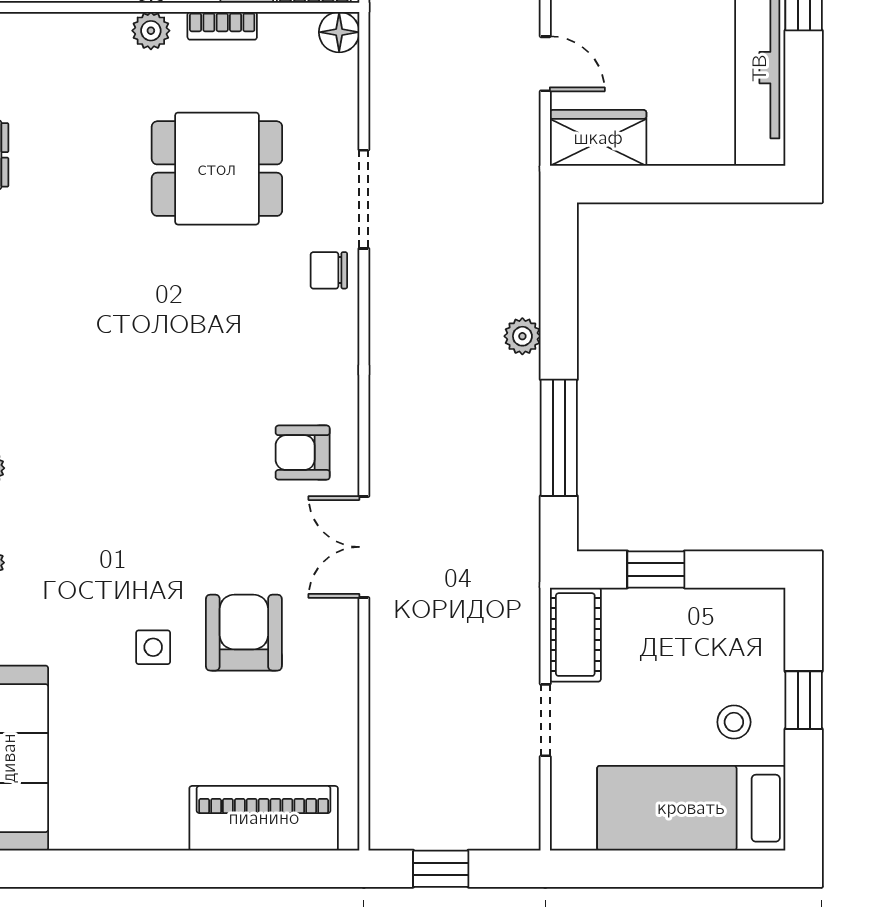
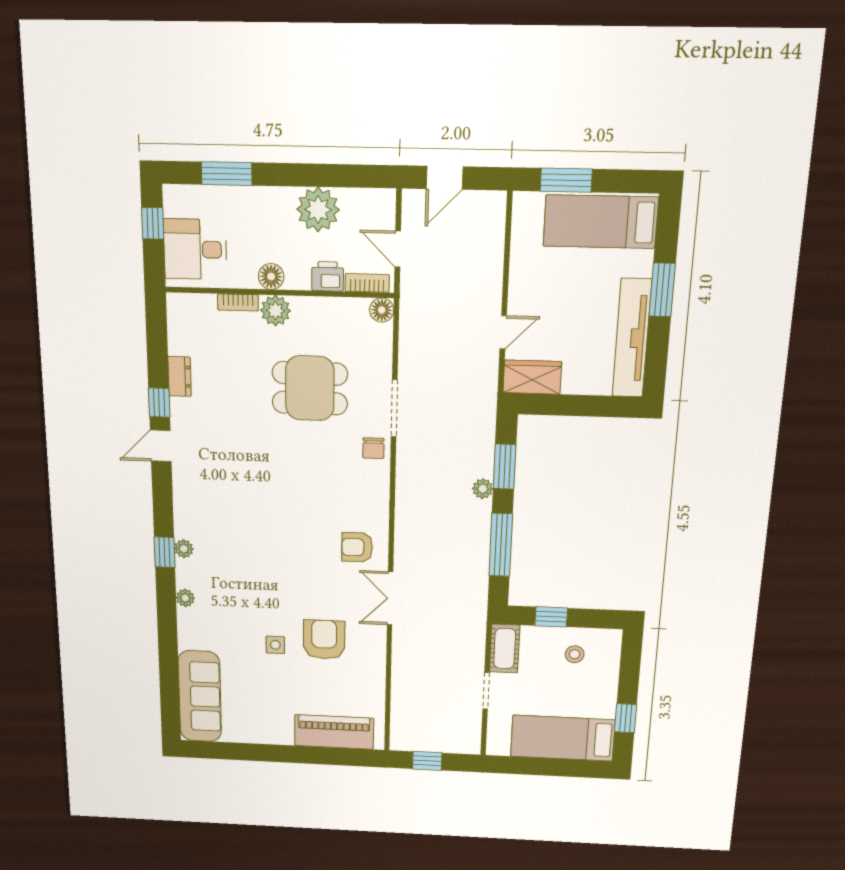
bookcase: (222, 26) -> (238, 302), moved
plant: (151, 31) -> (275, 311), width x1.38, depth x1.38
door: (545, 64) -> (503, 332), hinge flipped
chair: (329, 270) -> (373, 448), turned -90
window: (559, 295) -> (505, 467), added
window: (804, 700) -> (626, 718), moved
stool: (734, 722) -> (575, 654), moved

